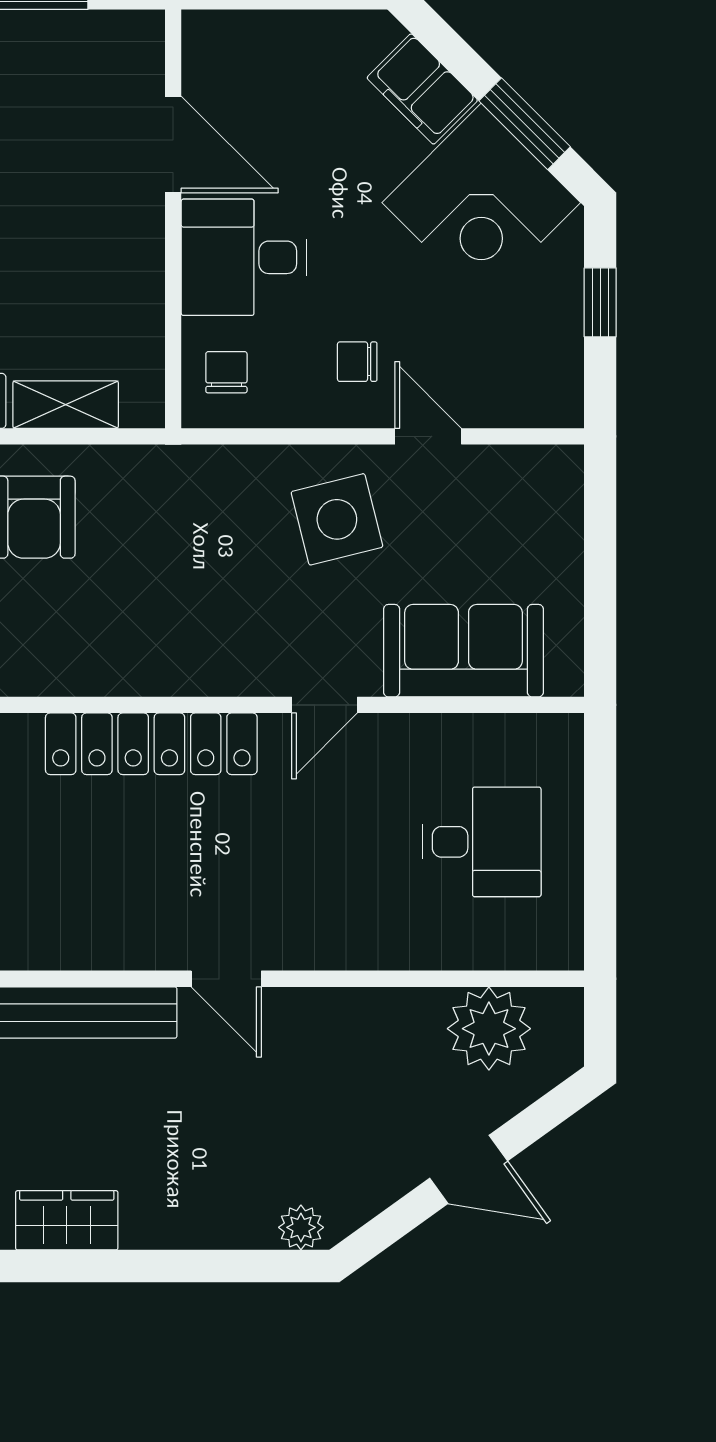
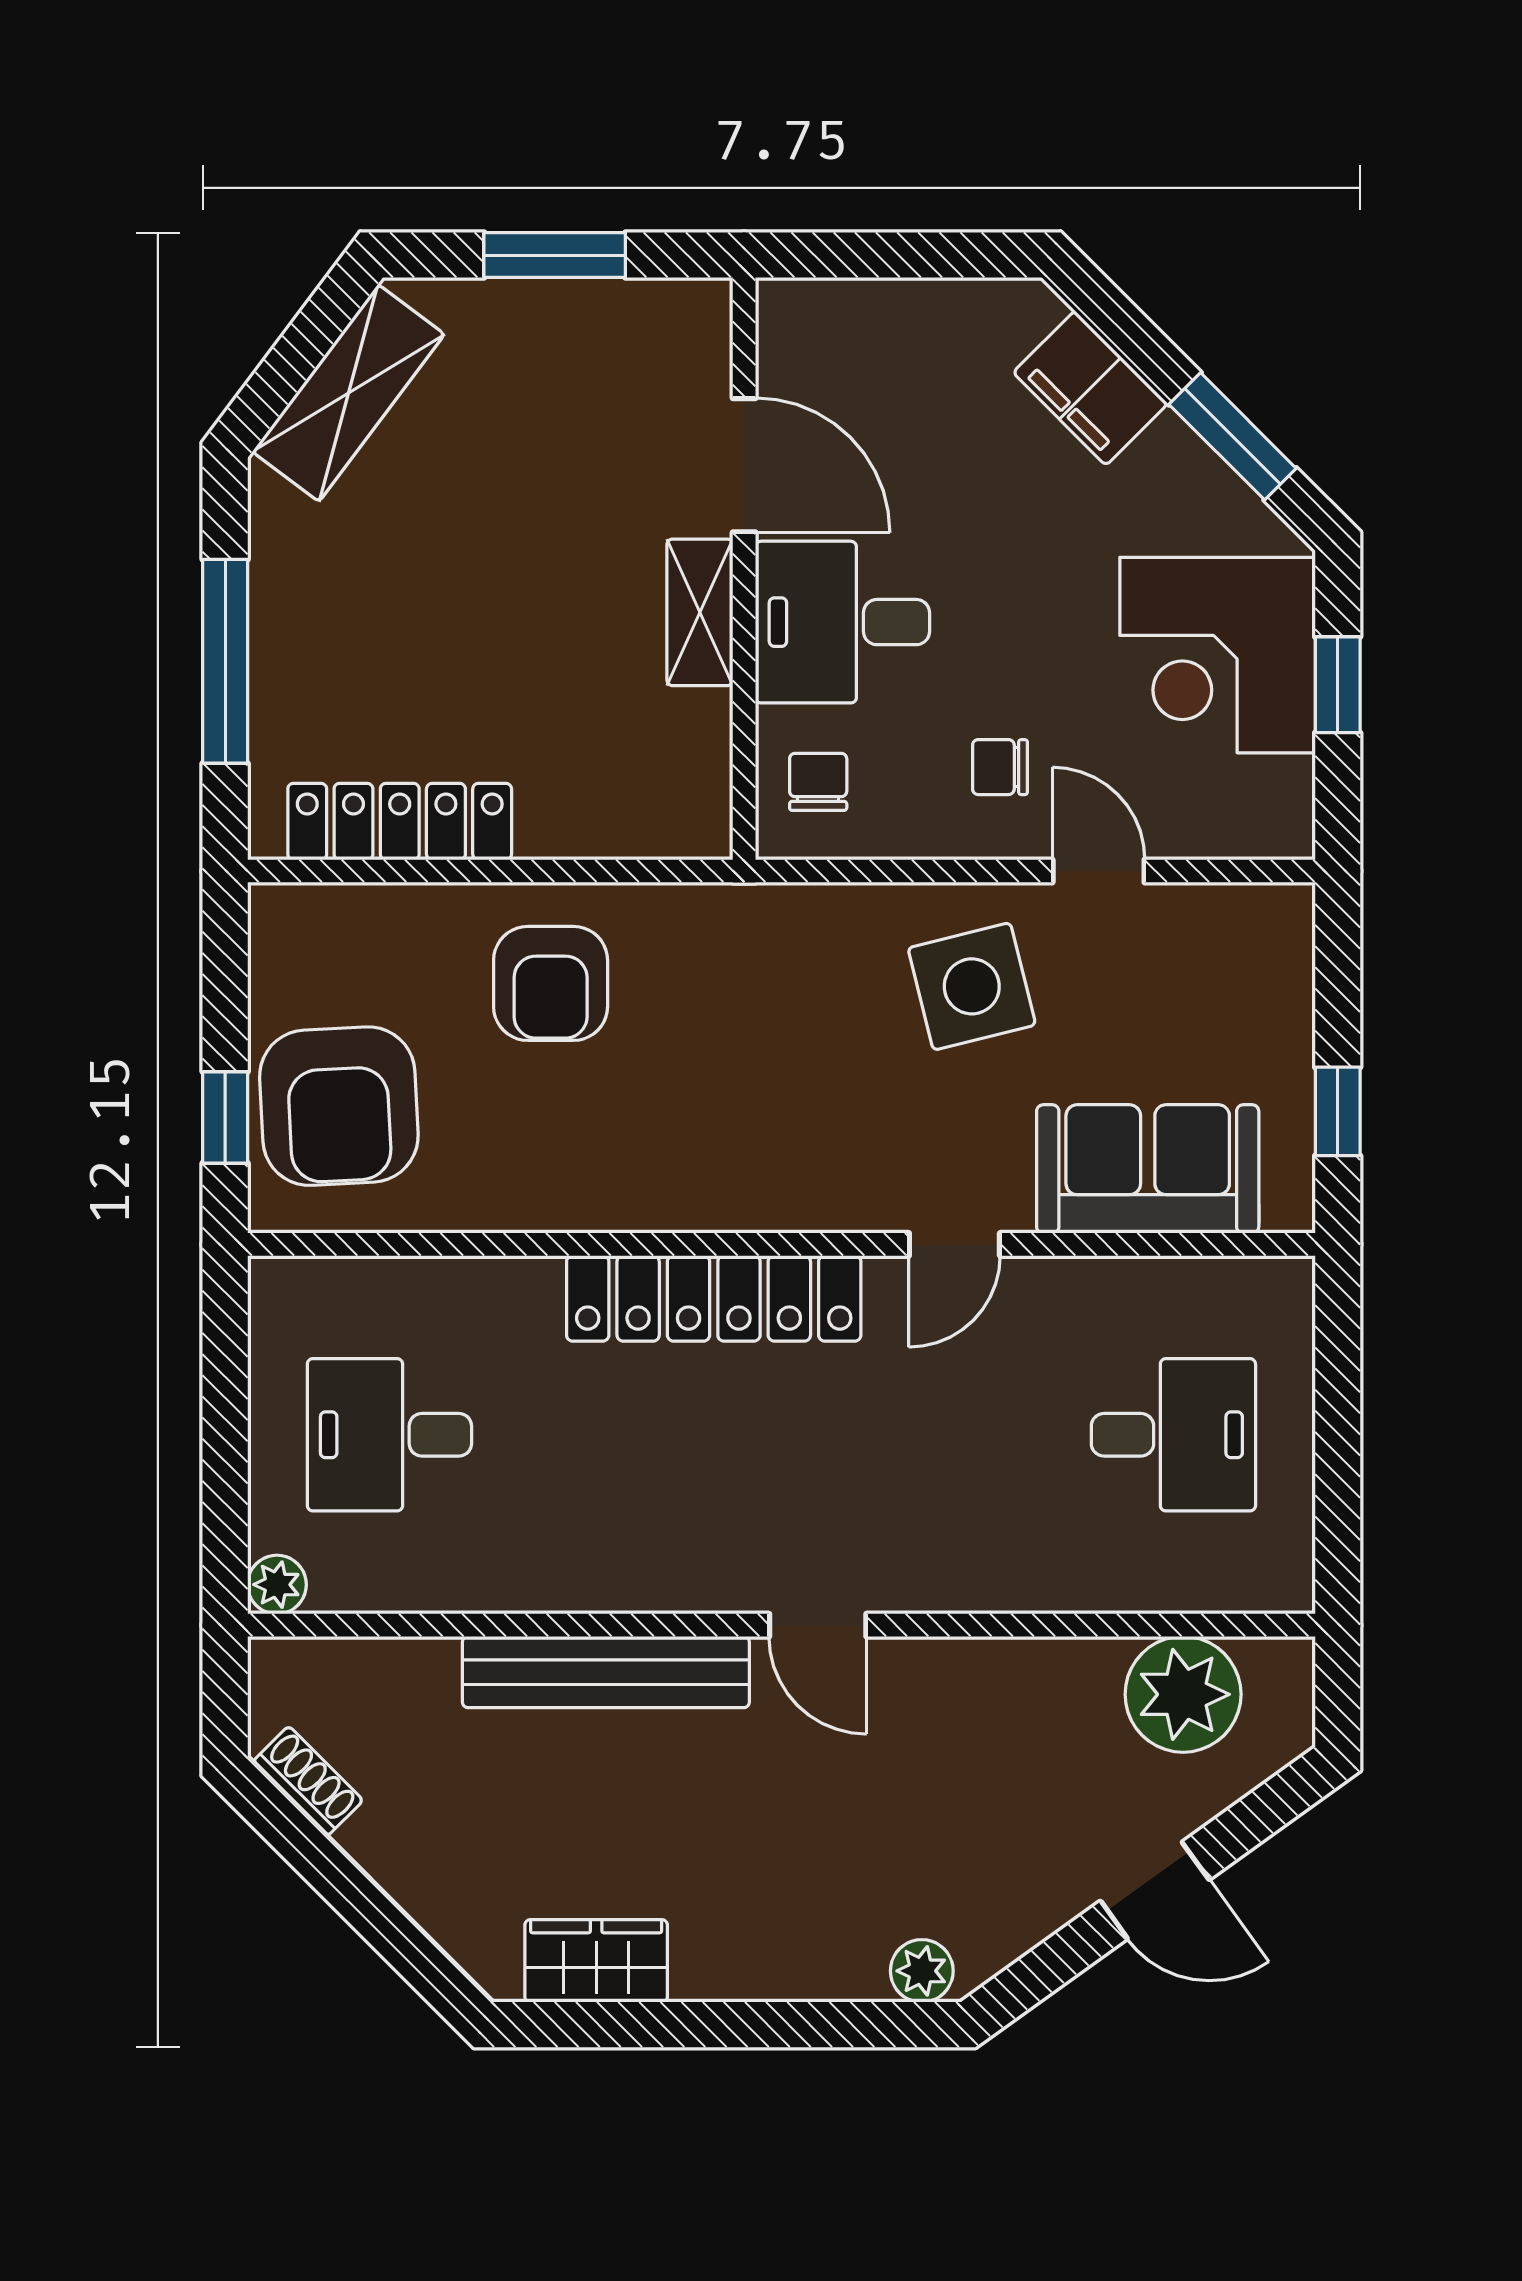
corner desk: (481, 203) -> (1218, 655), moved, turned 45
shelving: (66, 405) -> (700, 612), moved, turned 90
window: (600, 609) -> (1338, 1111), added

